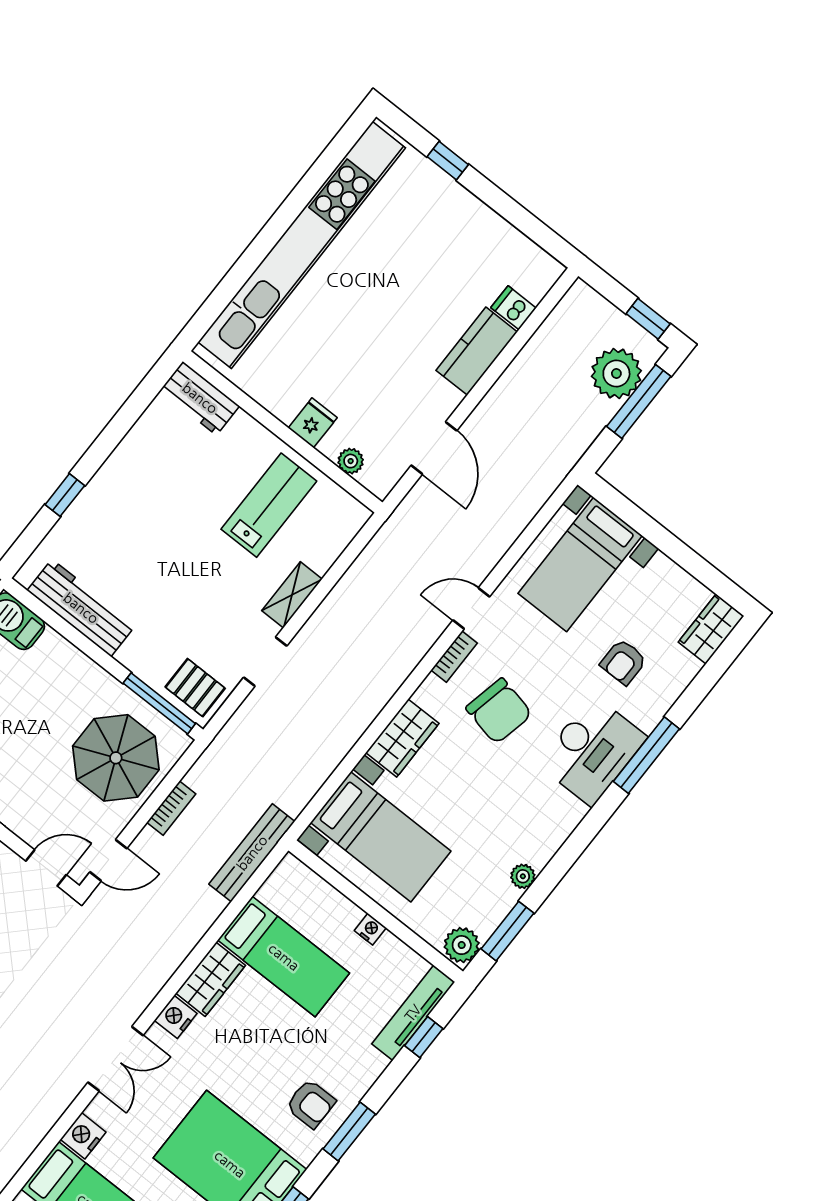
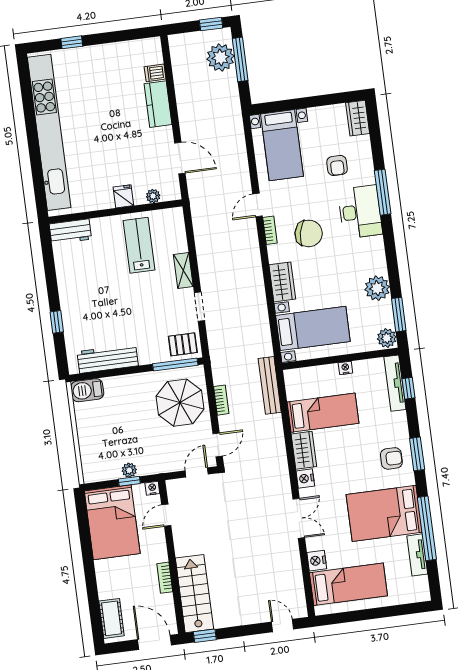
plant: (523, 876) -> (377, 288), width x1.88, depth x1.88

